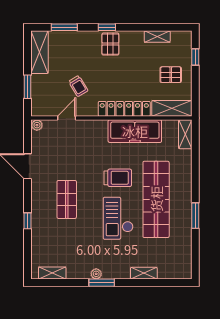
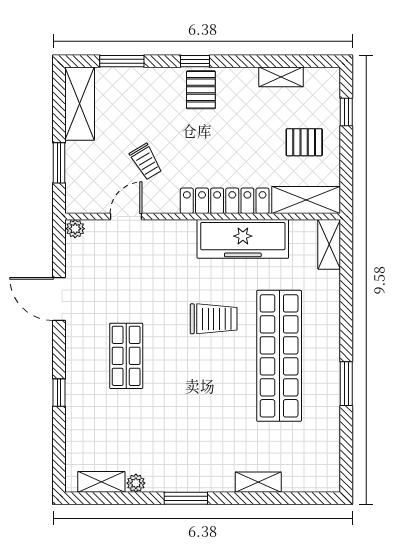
checkout: (118, 218) -> (214, 388), removed
plant: (96, 274) -> (136, 483), moved

